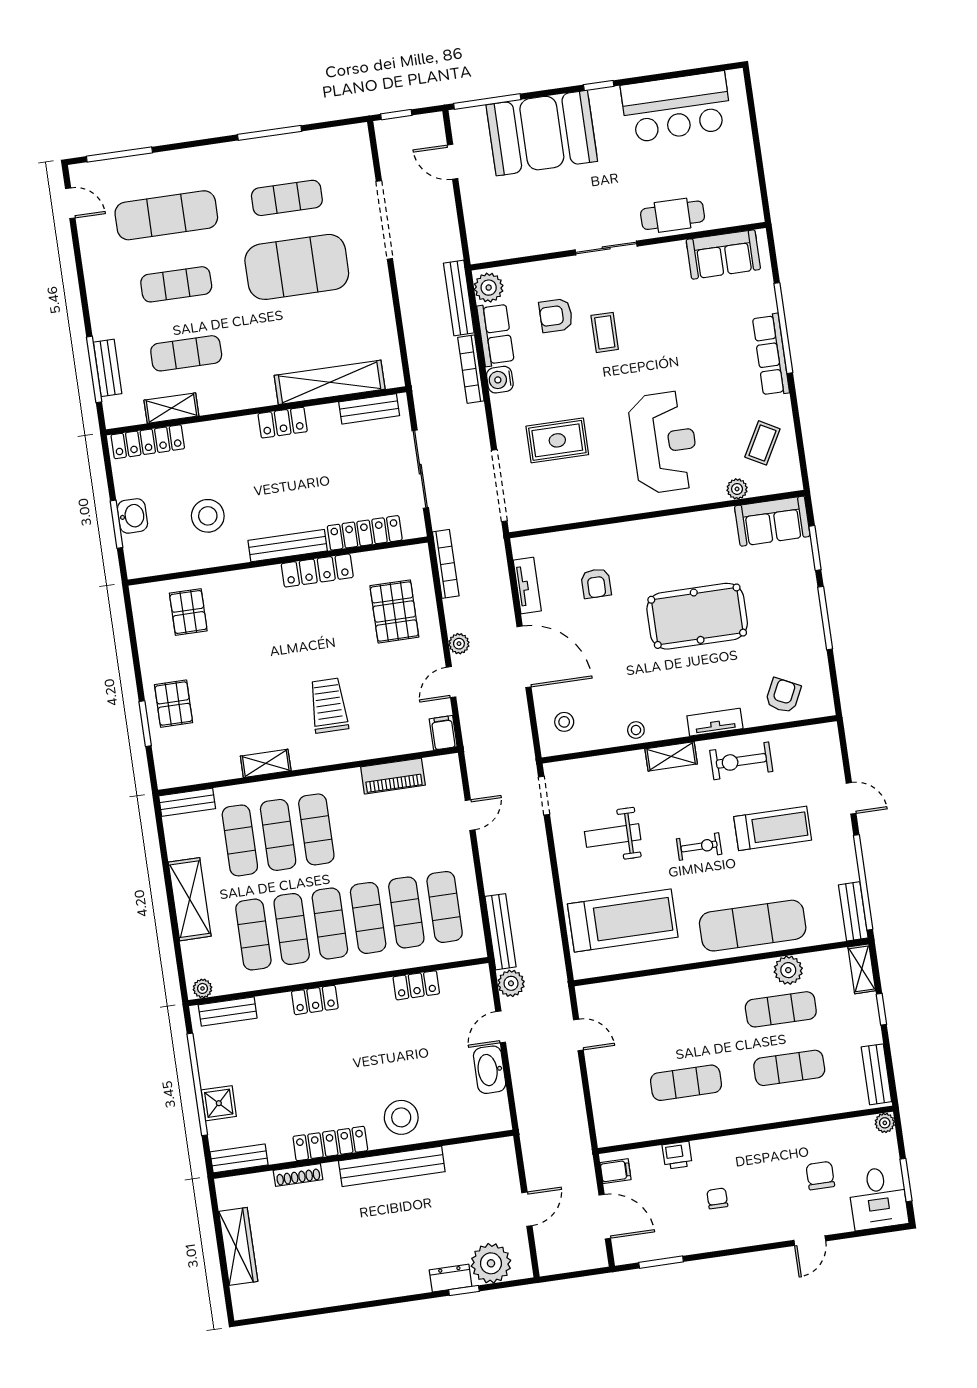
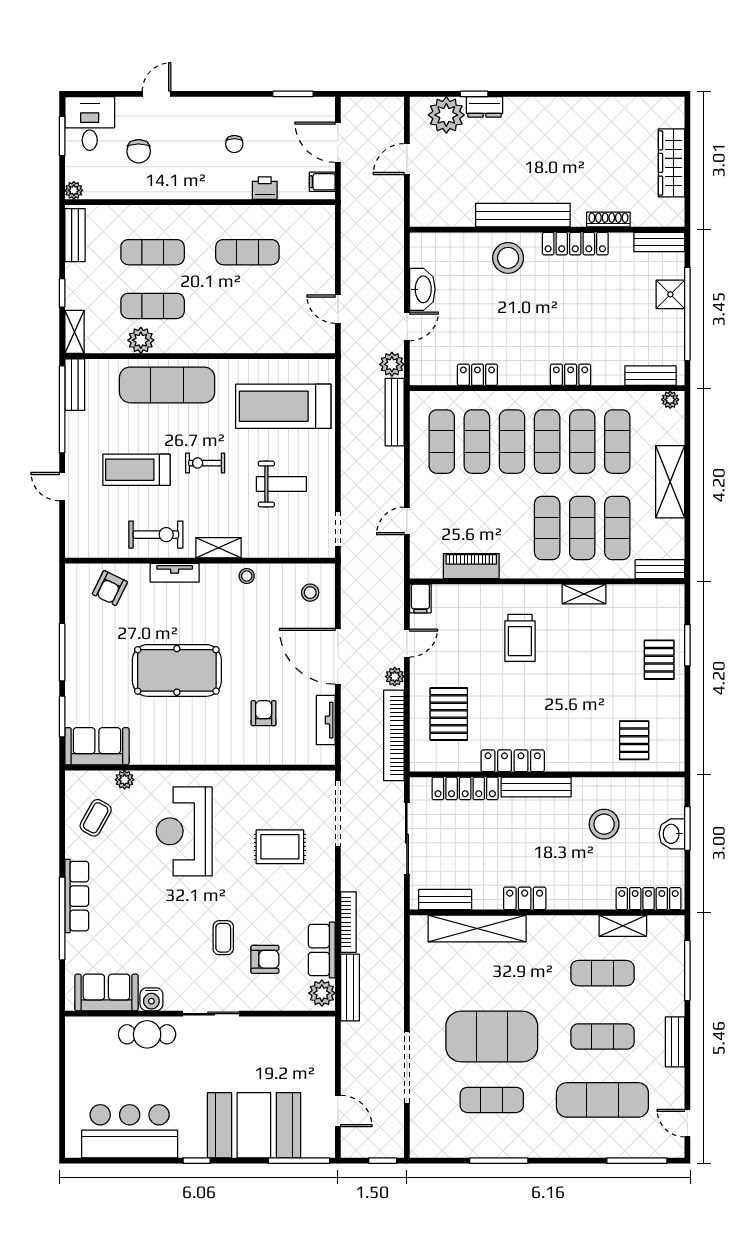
bench: (108, 368) -> (675, 1042), moved
water cooler: (500, 380) -> (151, 999), moved, turned 90
bookcase: (446, 564) -> (394, 735), width x1.48, depth x1.31

